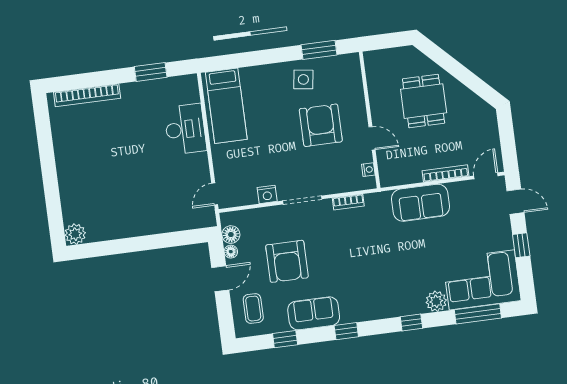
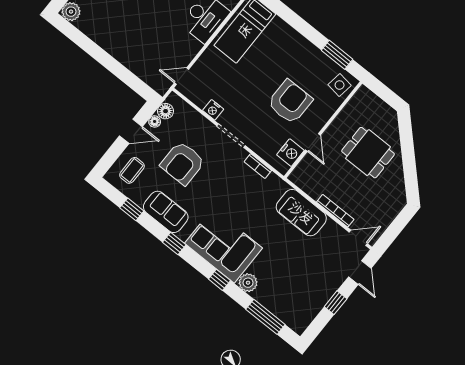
side table: (303, 79) -> (340, 85), moved
dining table: (424, 101) -> (368, 153), turned 90
nightstand: (368, 170) -> (290, 153), width x1.89, depth x1.79
corner sofa: (482, 280) -> (223, 246), moved

